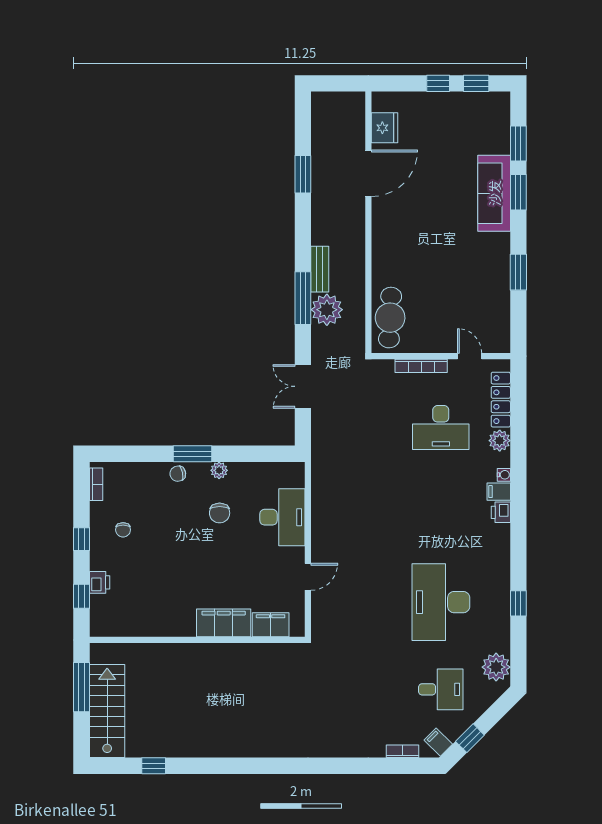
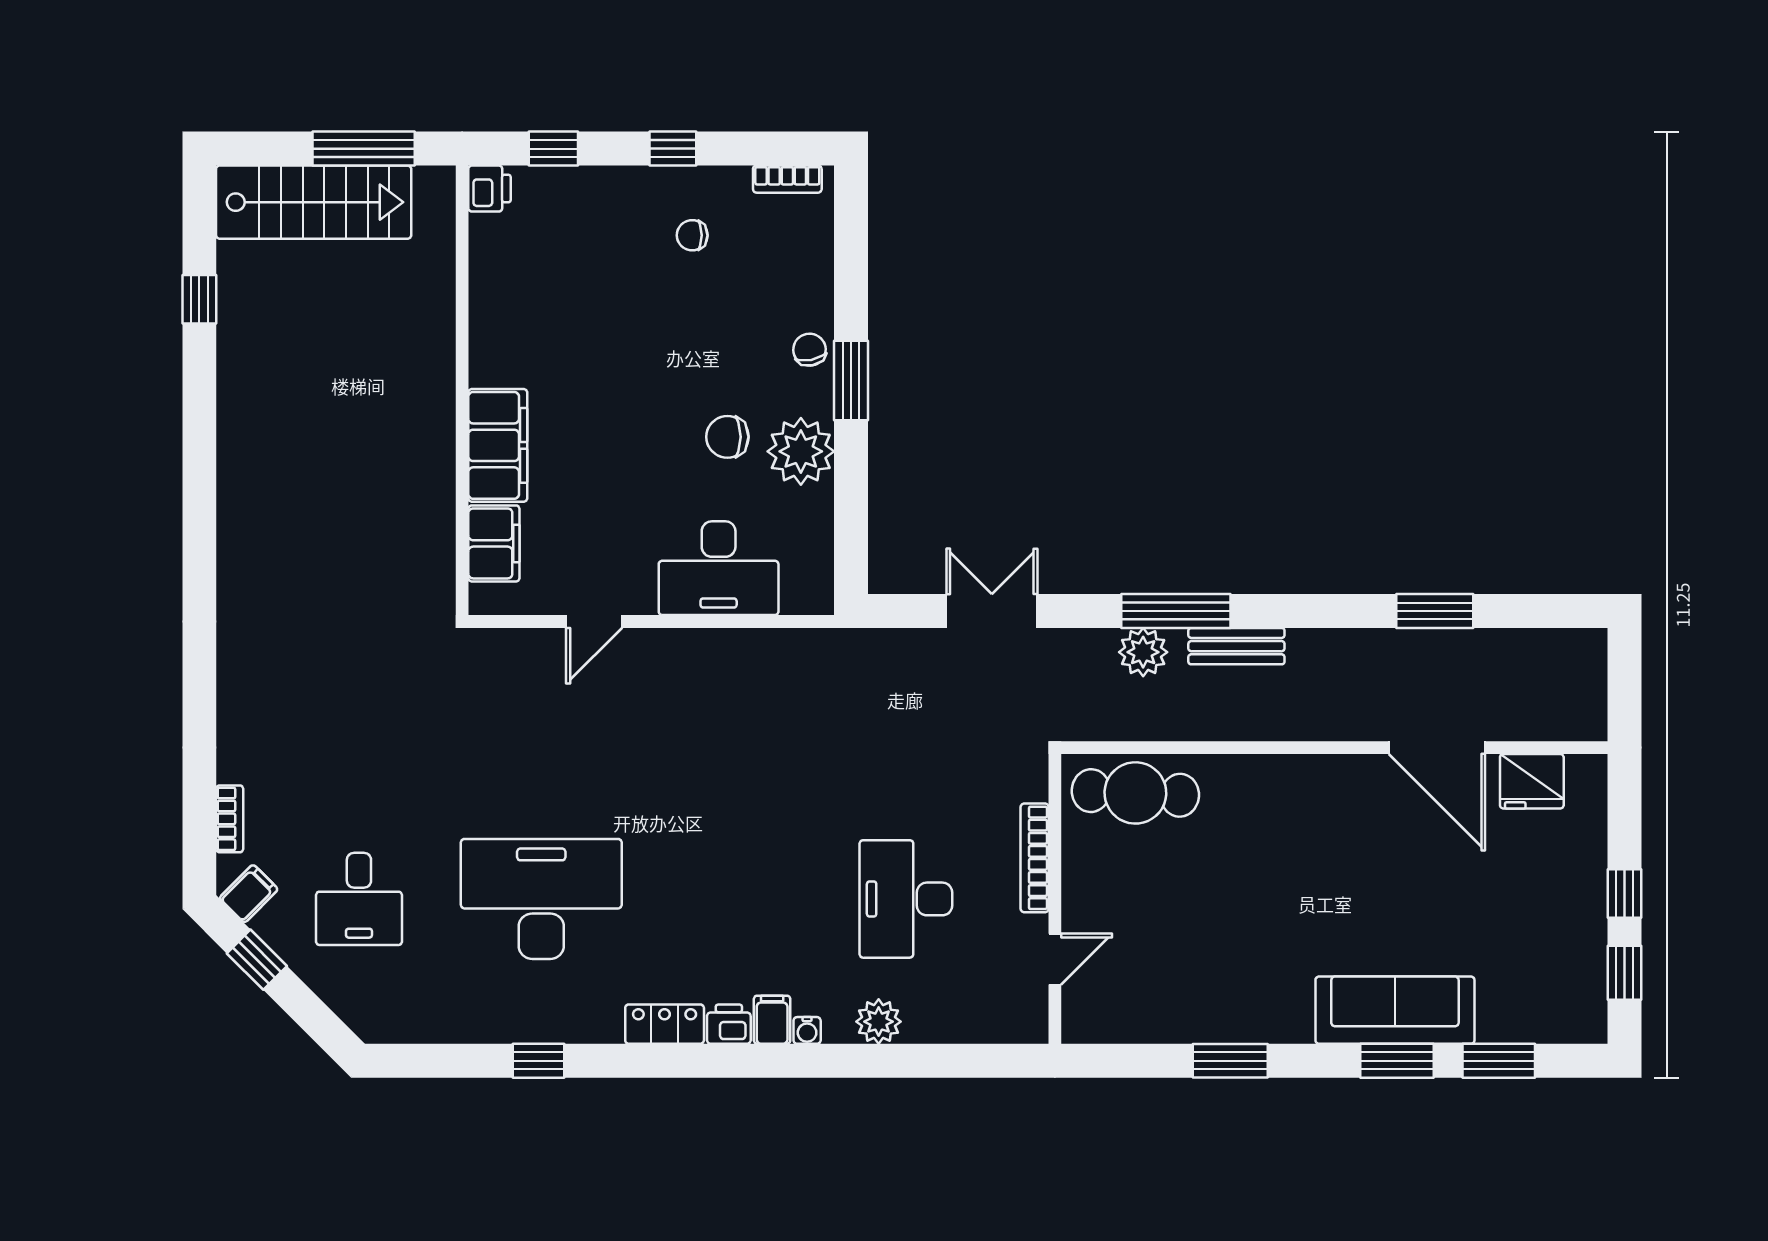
plant: (327, 310) -> (1143, 652), width x0.73, depth x0.73
locker: (501, 400) -> (665, 1024), moved, width x0.66
plant: (219, 470) -> (801, 451), width x1.87, depth x1.87
door: (308, 577) -> (594, 621), hinge flipped
printer: (100, 582) -> (490, 189), moved, turned -90
plant: (496, 667) -> (406, 1014), removed

